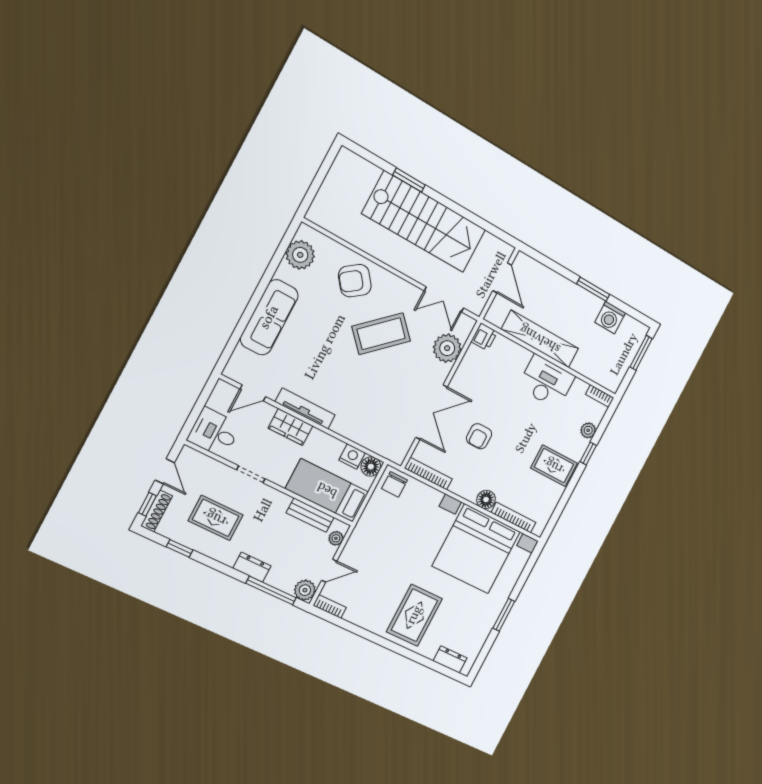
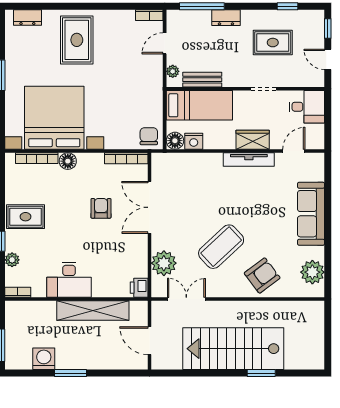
shoe rack: (157, 511) -> (319, 27), removed
plant: (305, 590) -> (176, 19), removed

